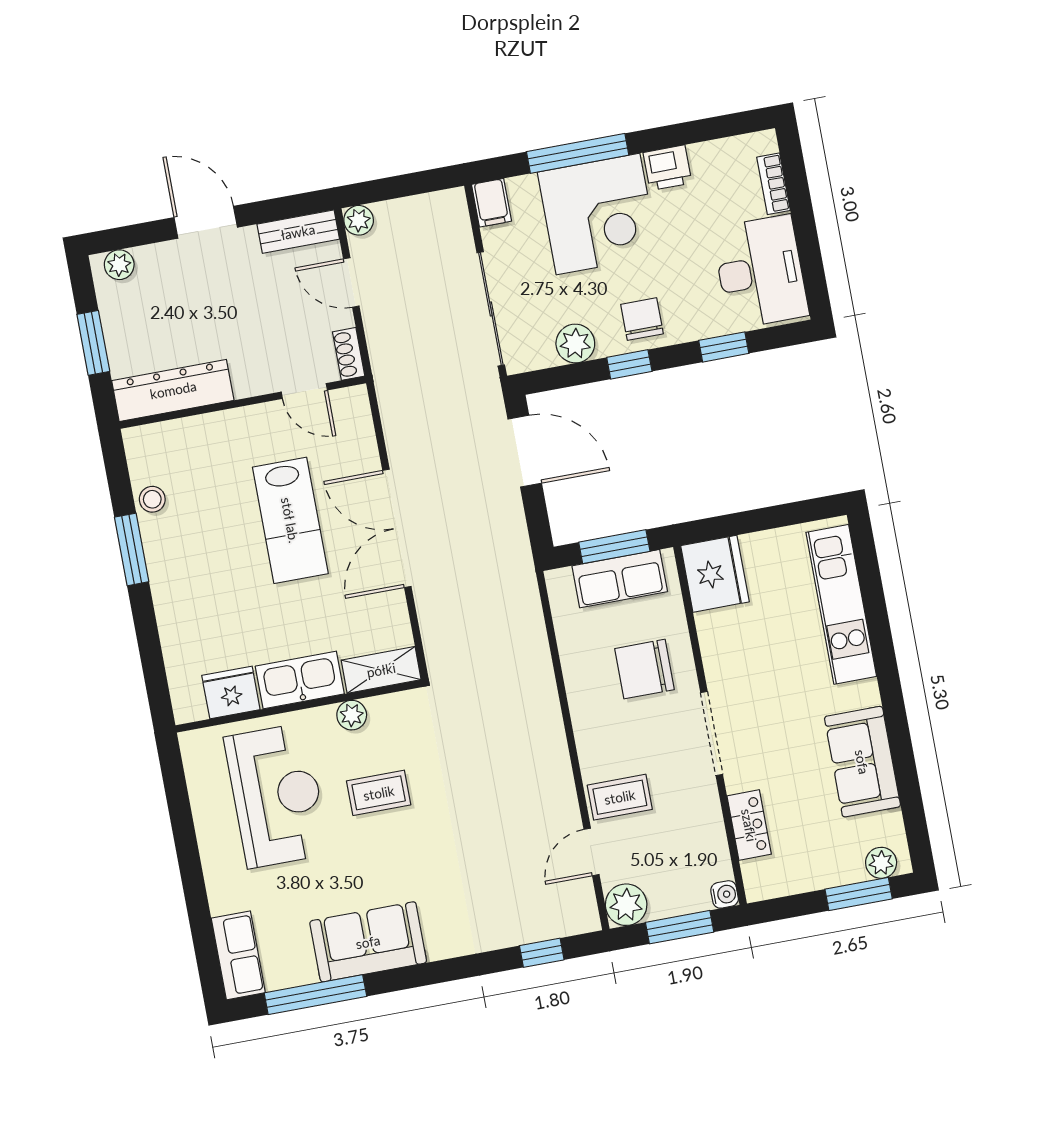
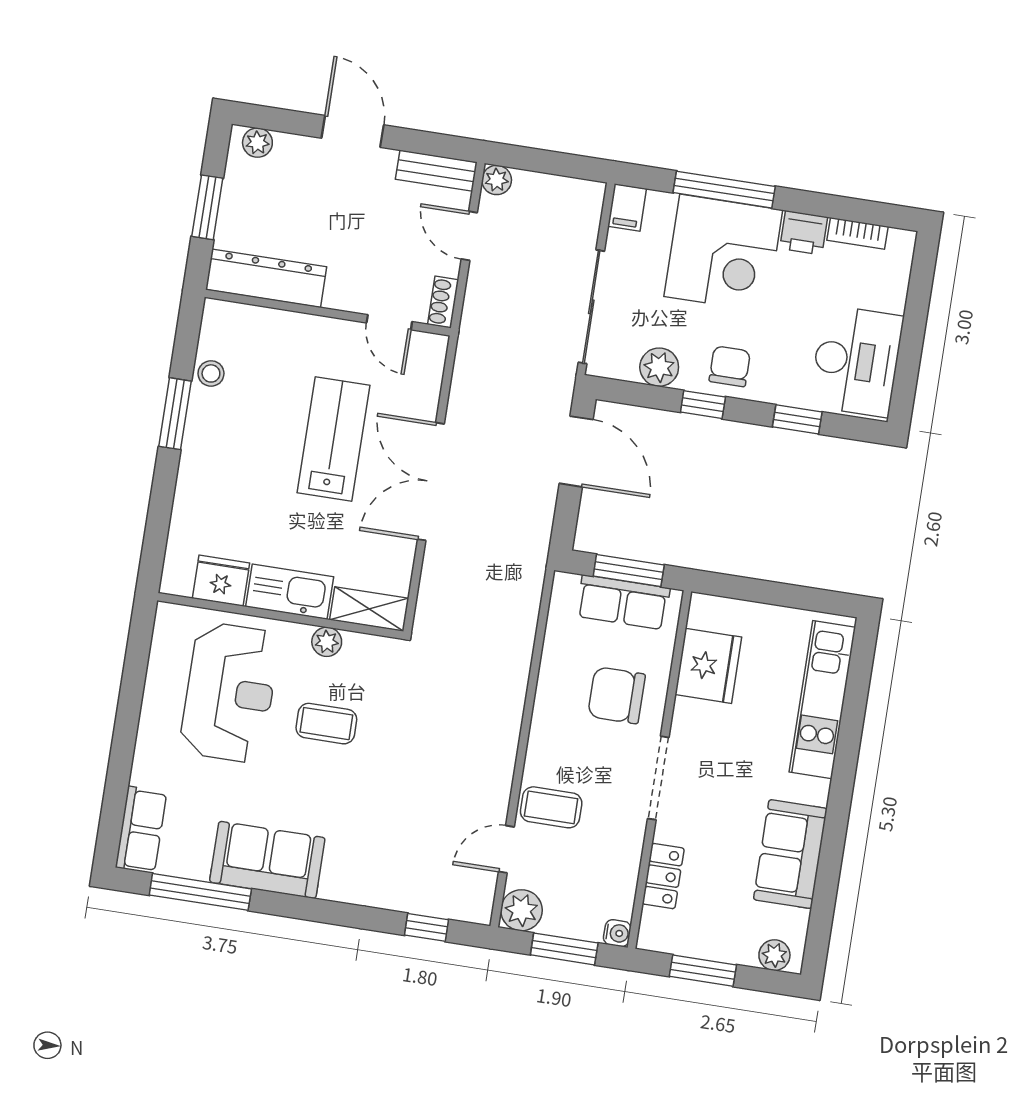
bookcase: (774, 184) -> (857, 233), moved, turned -90
lab bench: (290, 520) -> (333, 439), turned 180
fridge: (715, 574) -> (708, 666), moved
window: (859, 894) -> (703, 971), moved

